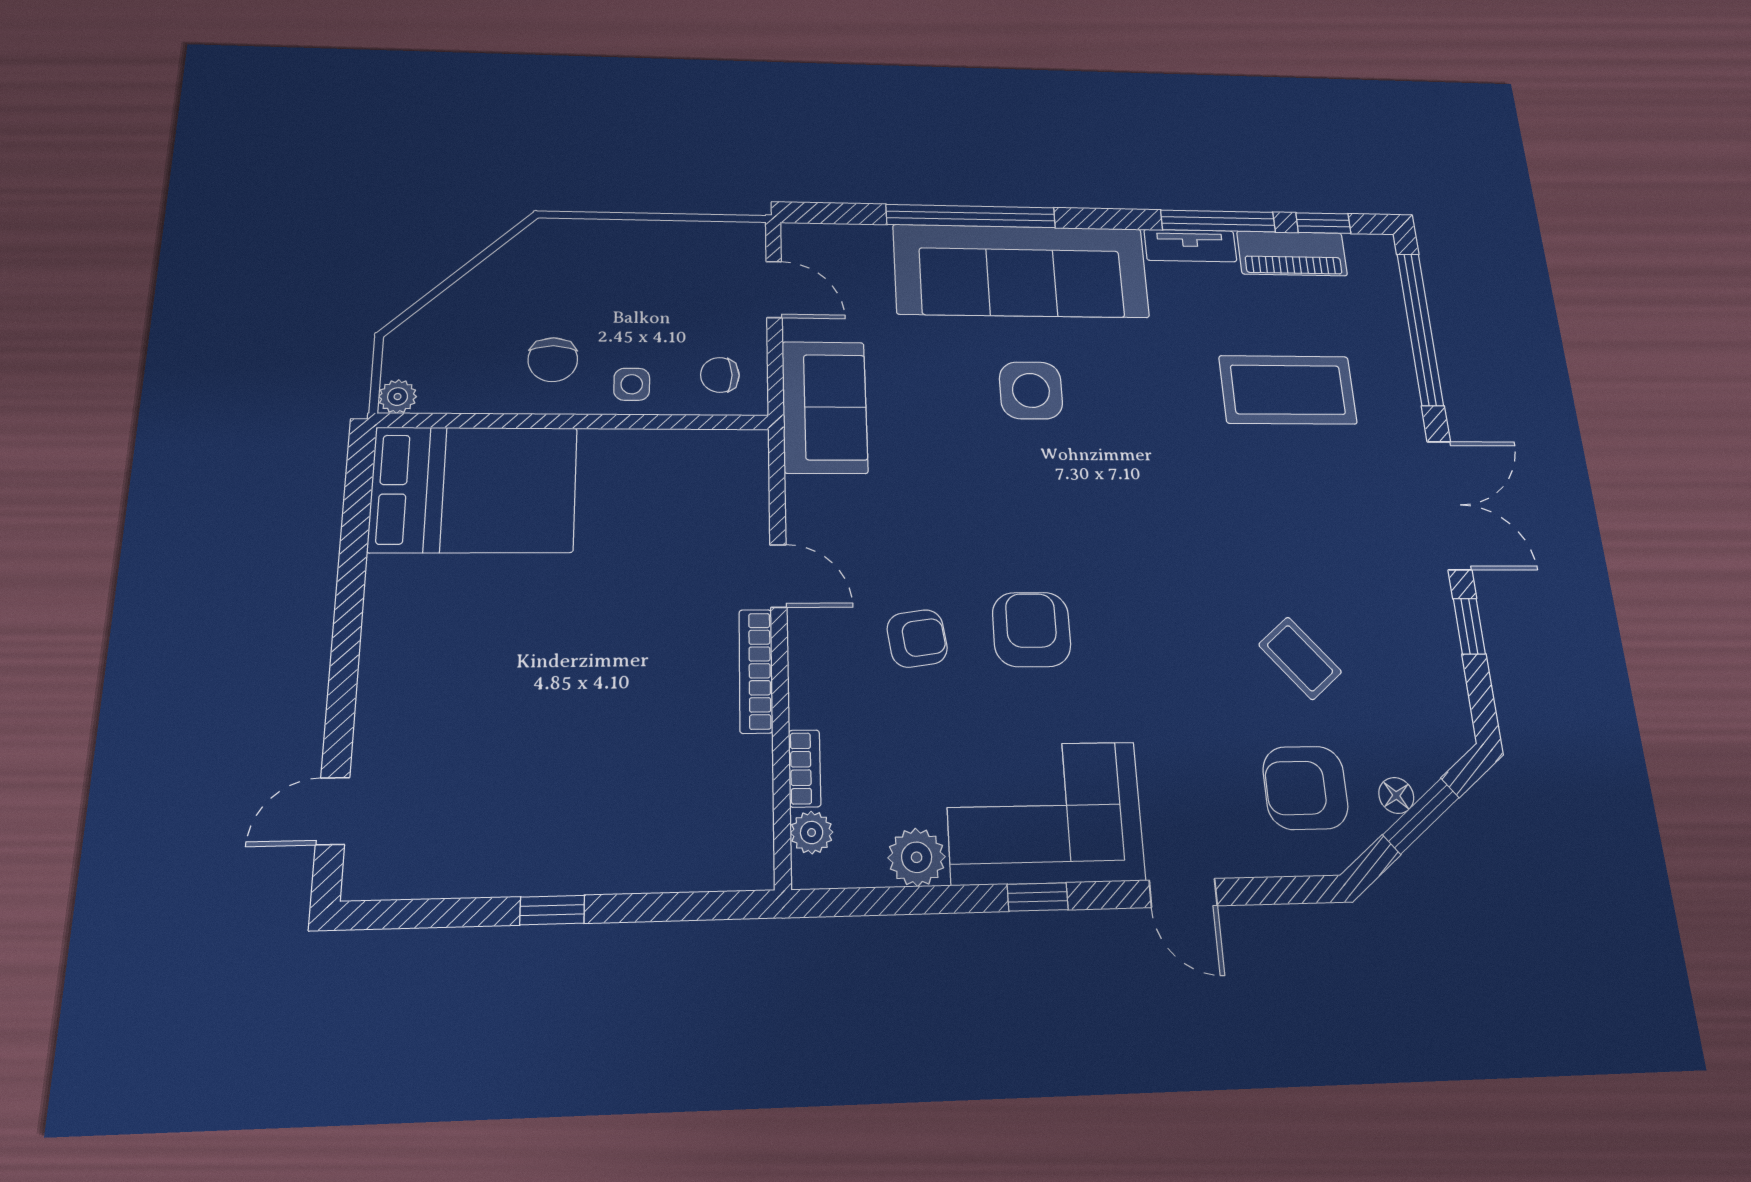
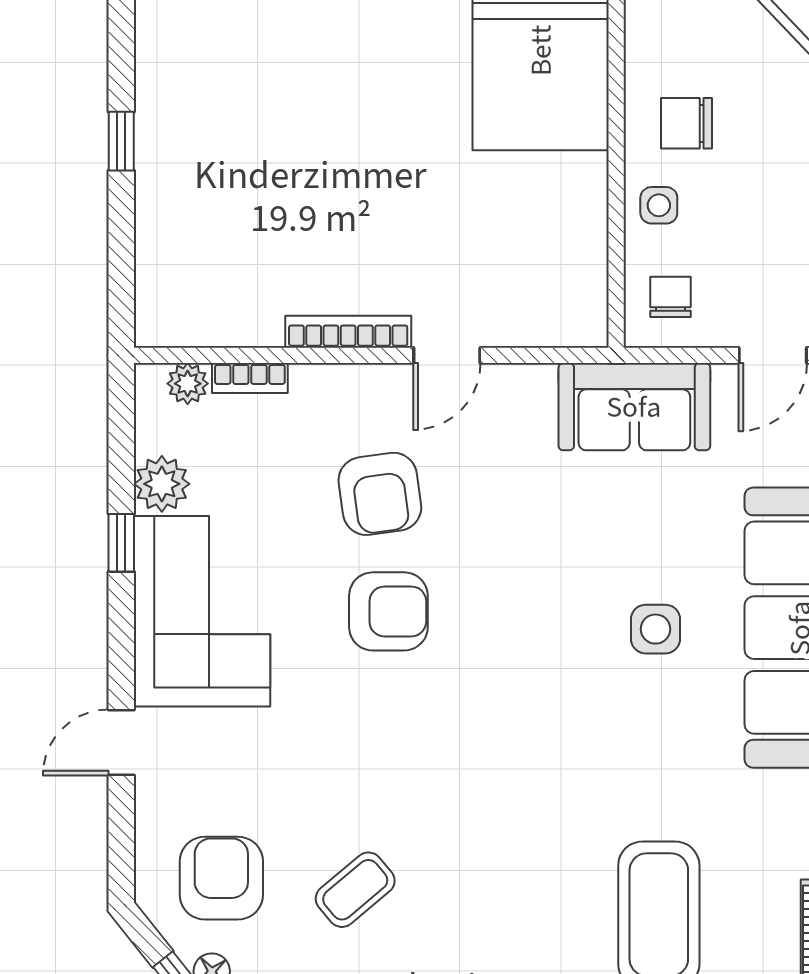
side table: (1031, 390) -> (655, 629), width x0.73, depth x0.73
armchair: (917, 639) -> (380, 494), width x1.38, depth x1.38
window: (1038, 897) -> (121, 543), moved

